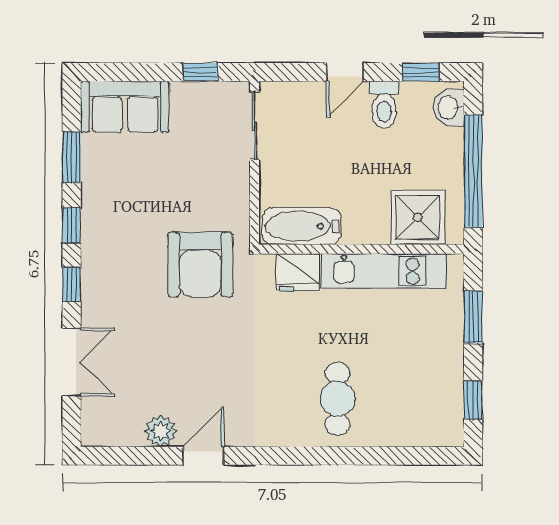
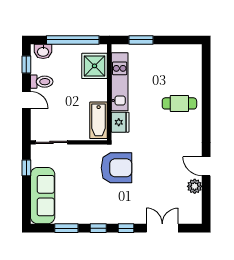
sofa: (125, 107) -> (43, 196), width x1.36
window: (473, 400) -> (180, 40), removed

